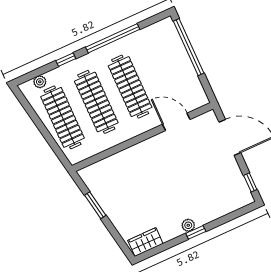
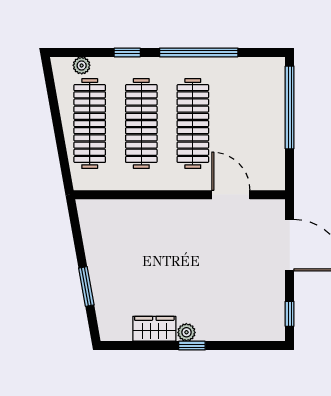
window: (95, 205) -> (86, 287), moved
wardrobe: (145, 242) -> (154, 329), moved

